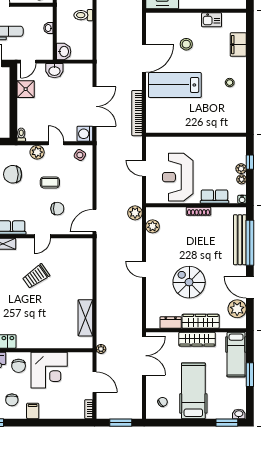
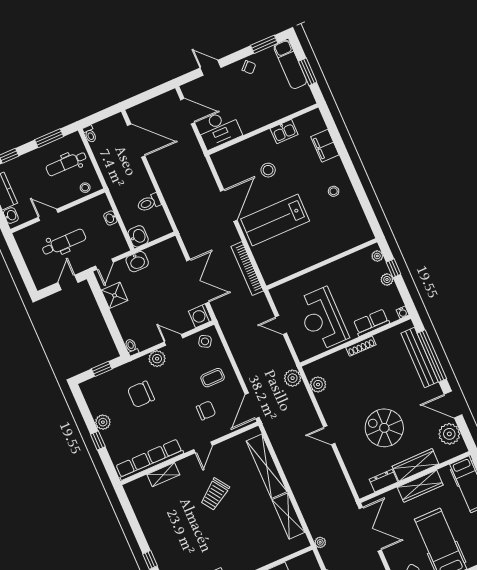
toilet: (83, 15) -> (149, 203), moved
plant: (242, 179) -> (377, 256), moved
coffee table: (50, 182) -> (213, 378), moved
shelving: (85, 272) -> (267, 466), added

